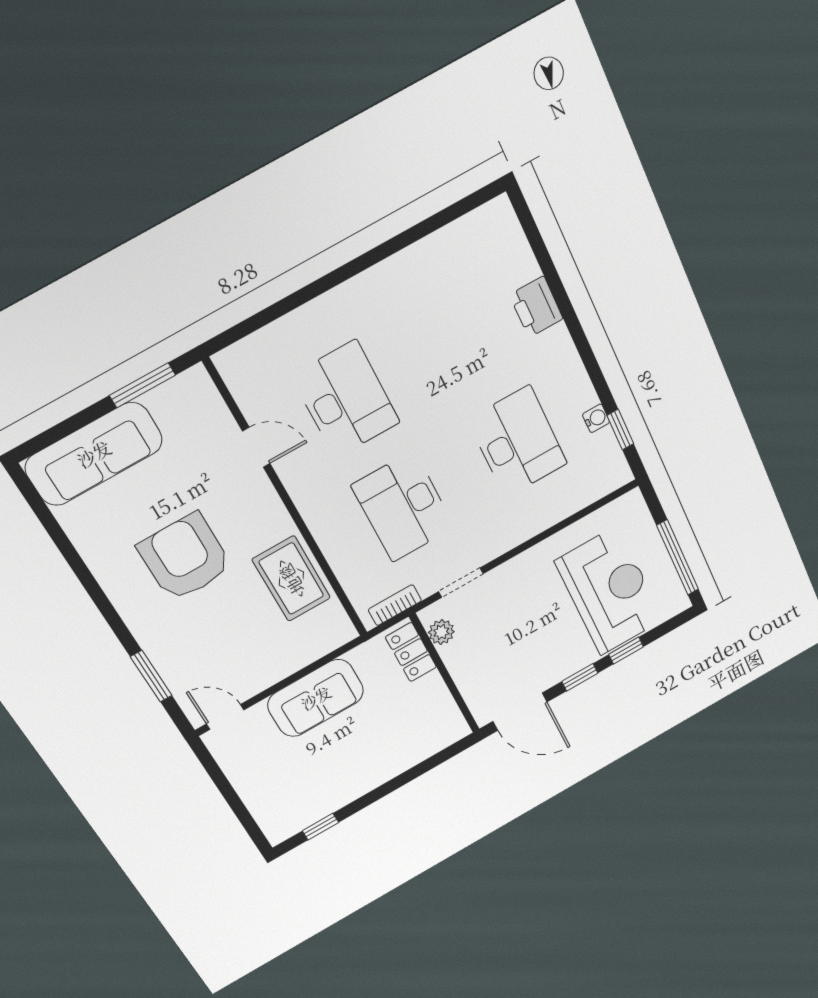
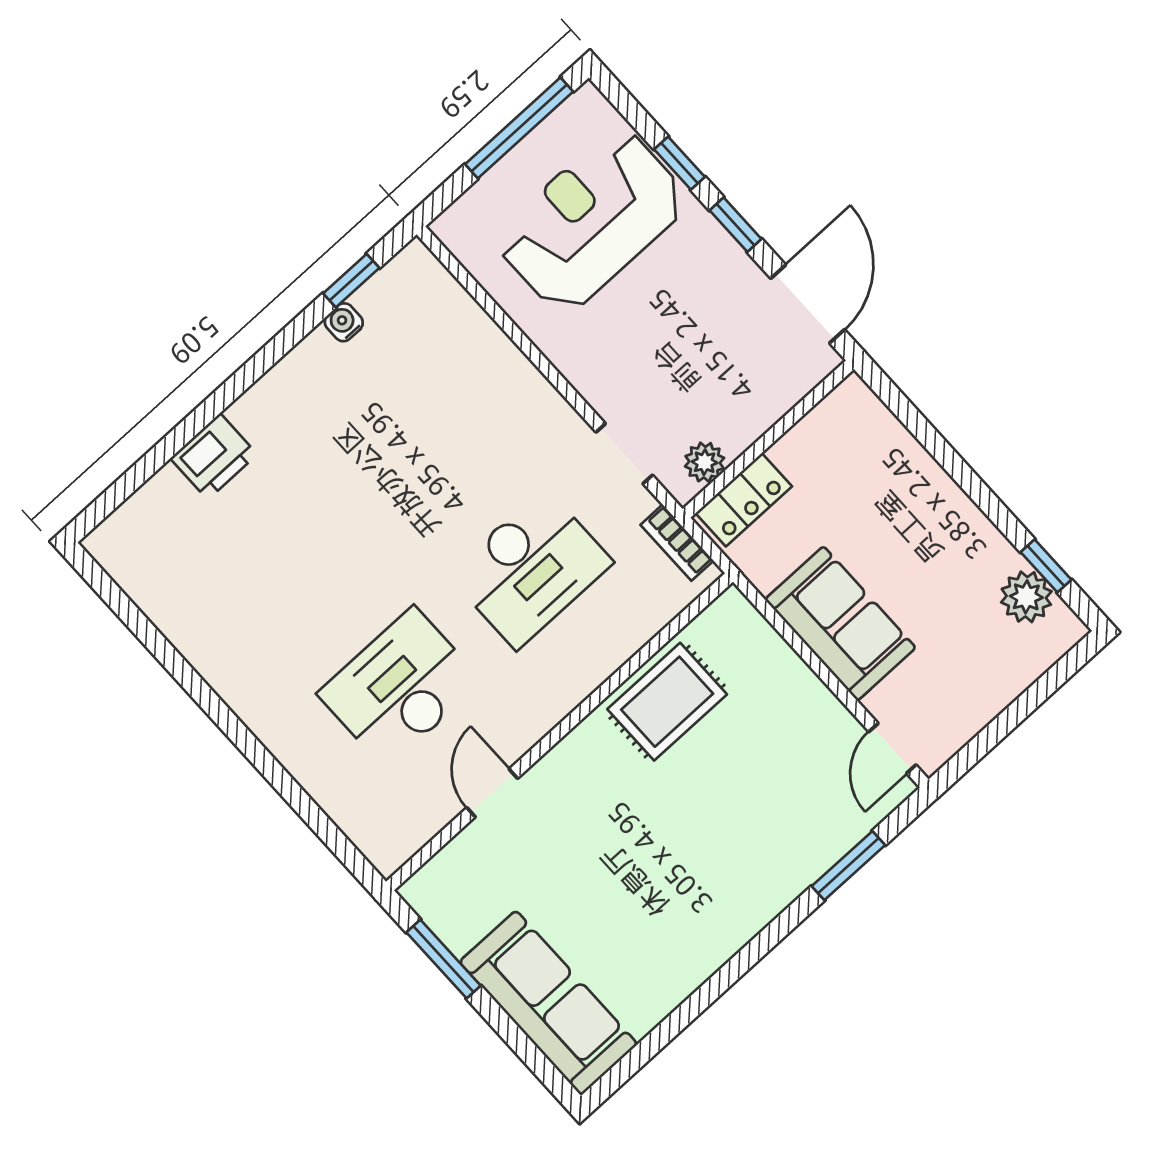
desk: (518, 442) -> (403, 428), removed
armchair: (185, 557) -> (666, 855), removed
plant: (304, 812) -> (1026, 597), added

